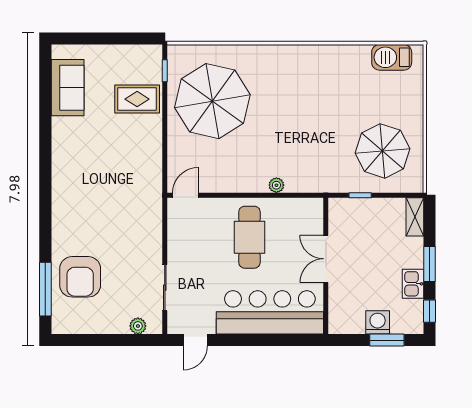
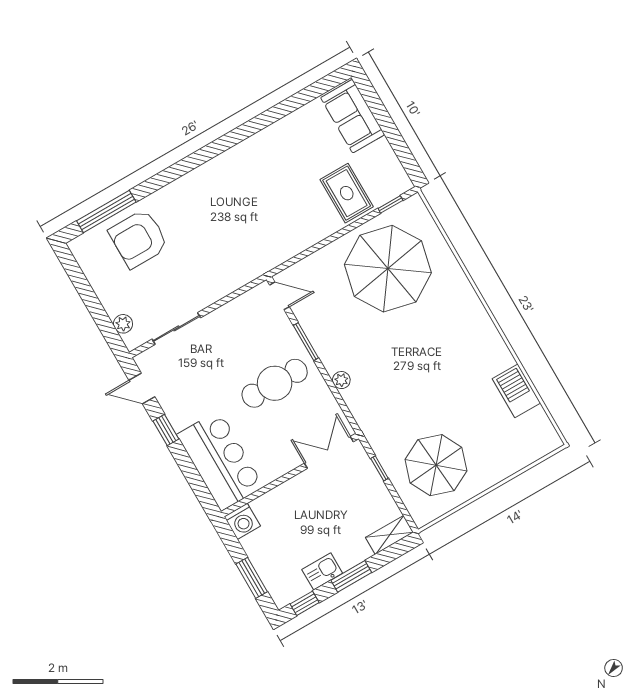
barbecue: (392, 57) -> (516, 391), moved
sofa: (68, 88) -> (353, 116), moved, turned 90
window: (232, 195) -> (306, 342), added
double door: (326, 259) -> (329, 452), moved
bar counter: (270, 312) -> (220, 461), width x0.73
washing machine: (378, 322) -> (242, 521), moved, turned 90
window: (237, 340) -> (166, 430), added

